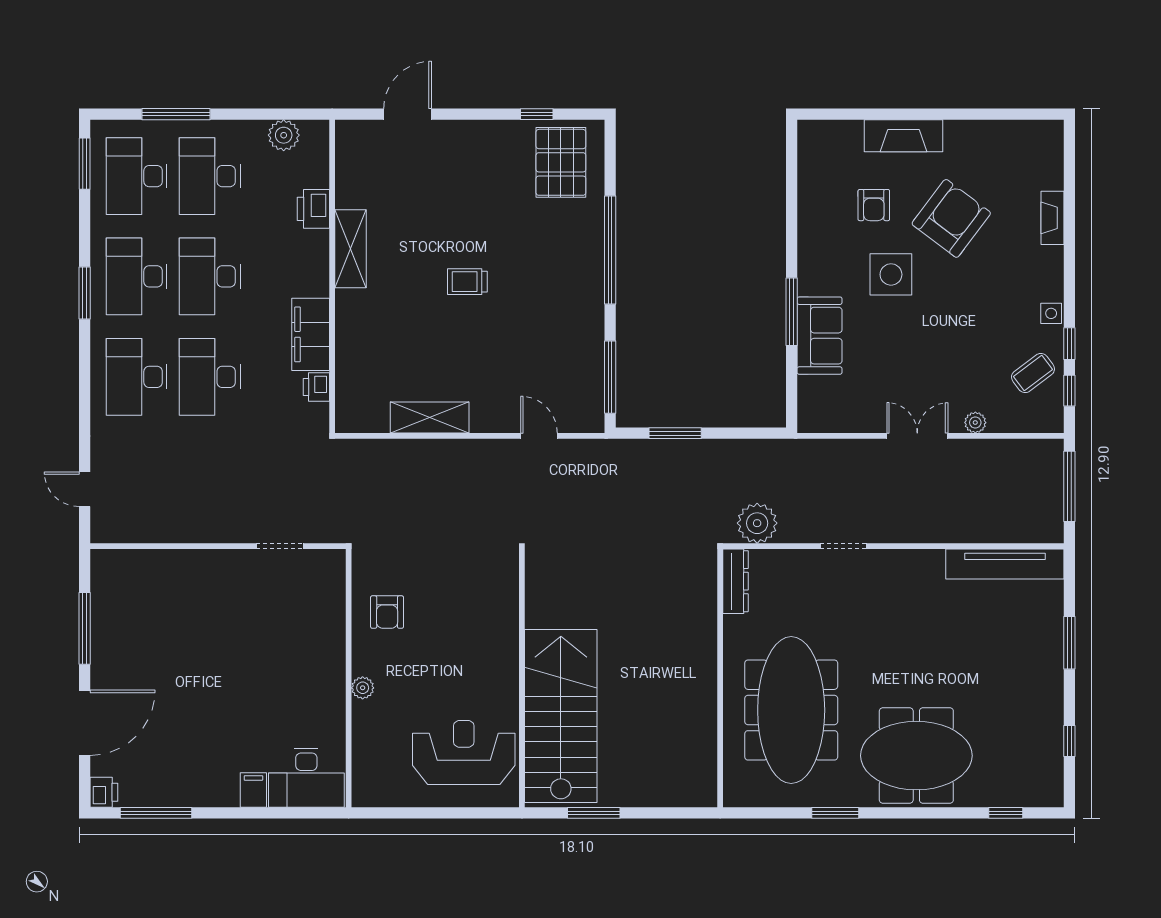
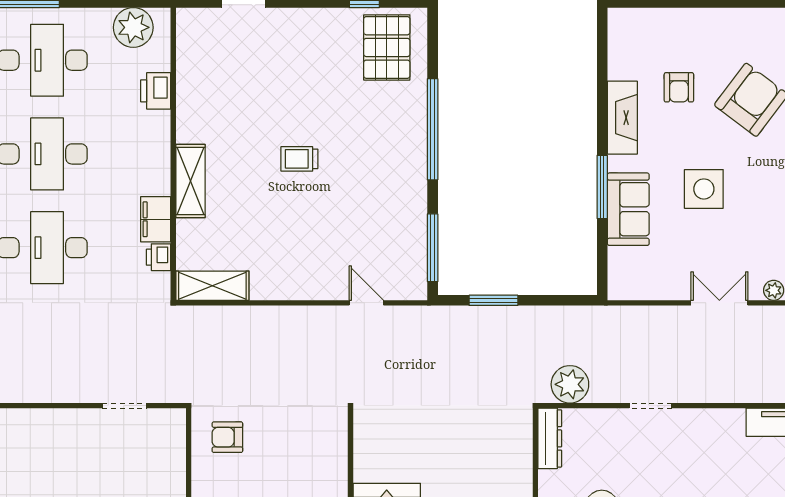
plant: (284, 135) -> (133, 27), width x1.36, depth x1.36
fireplace: (903, 136) -> (622, 118), moved, turned -90
shelving: (351, 249) -> (190, 181), moved
side table: (891, 274) -> (704, 189), moved
filing cabinet: (311, 334) -> (156, 219), width x0.67, depth x0.86
shelving: (430, 418) -> (212, 286), moved
armchair: (387, 612) -> (227, 437), moved, turned 90

